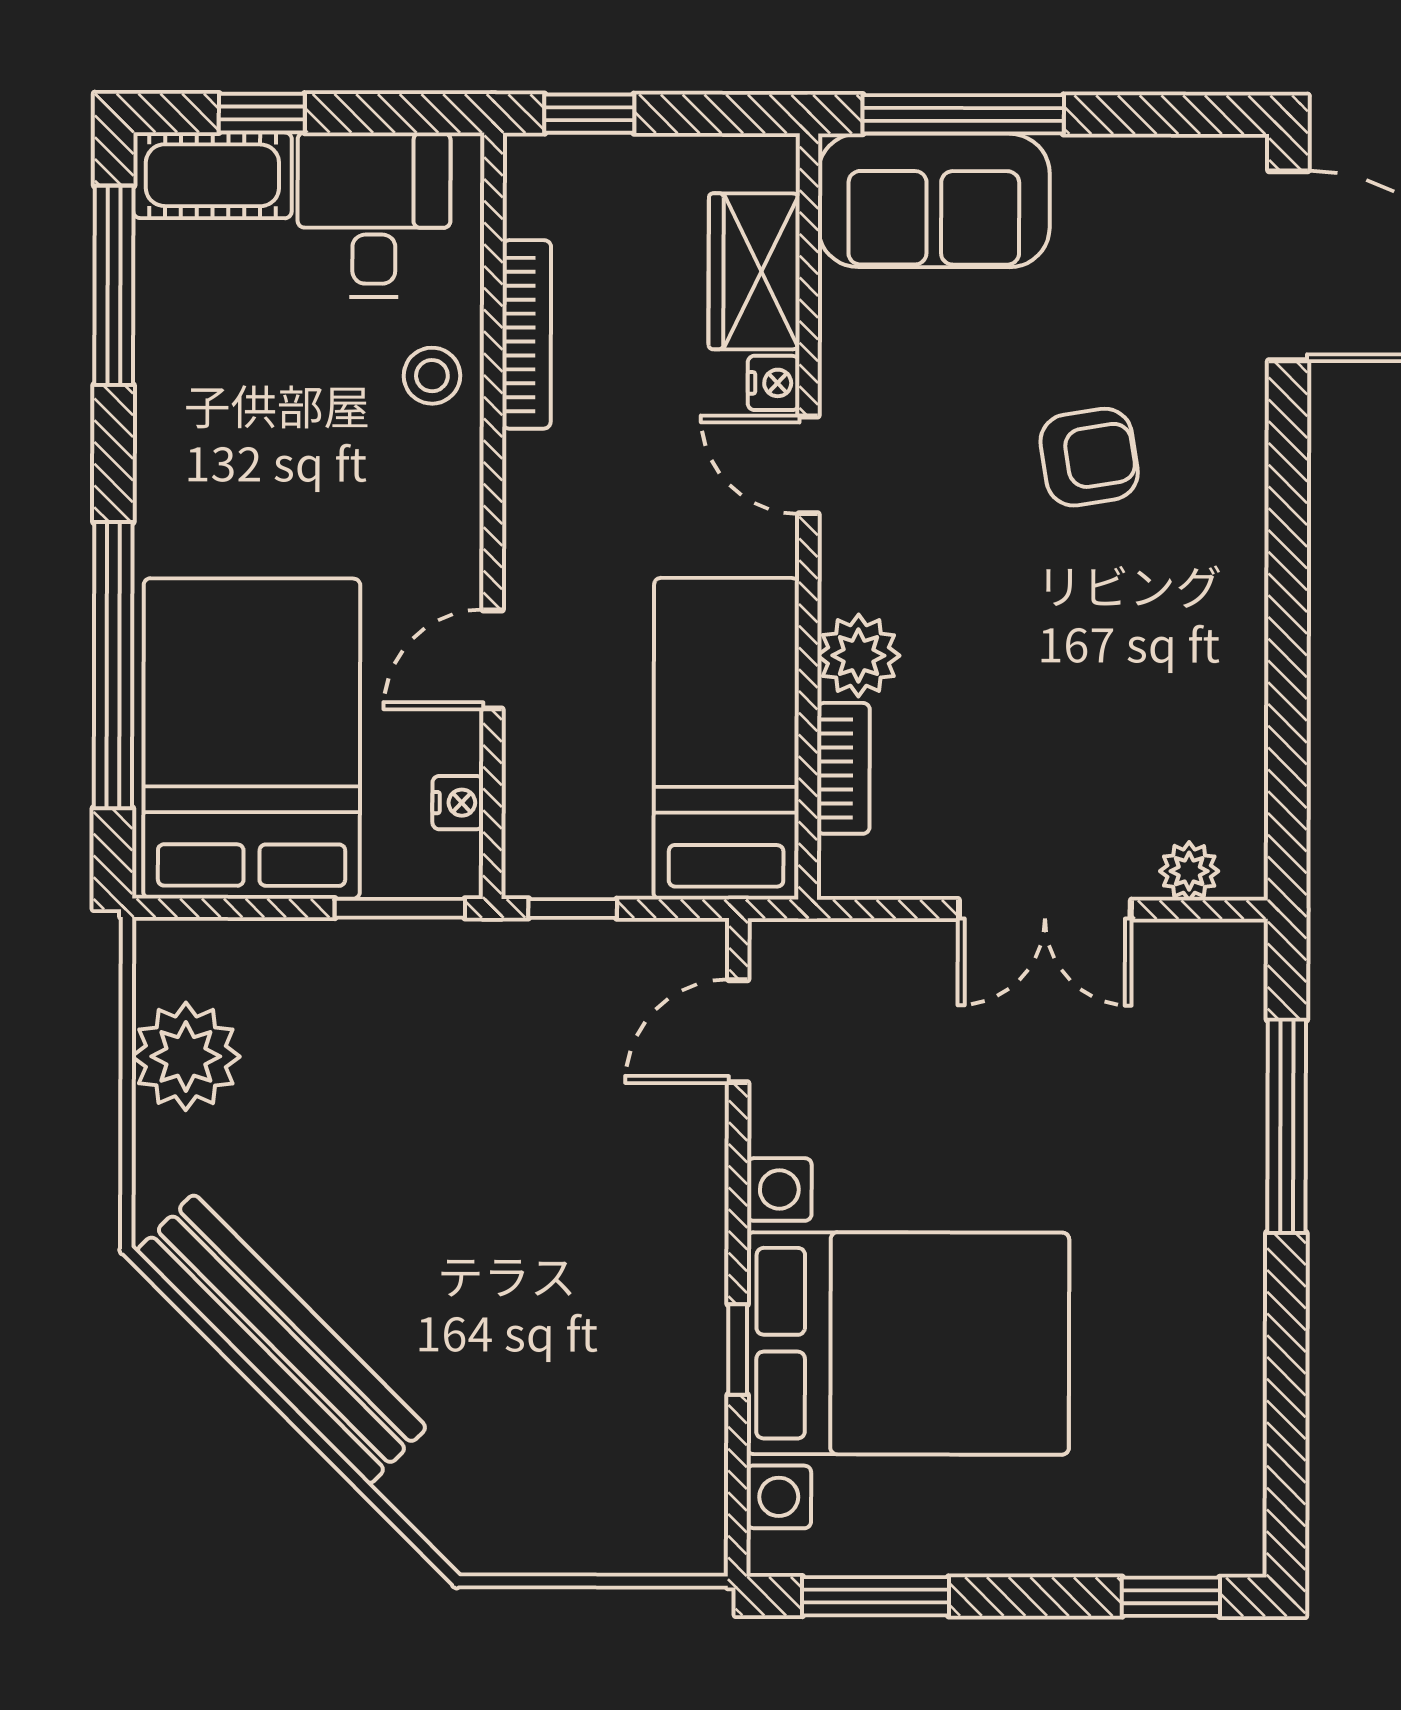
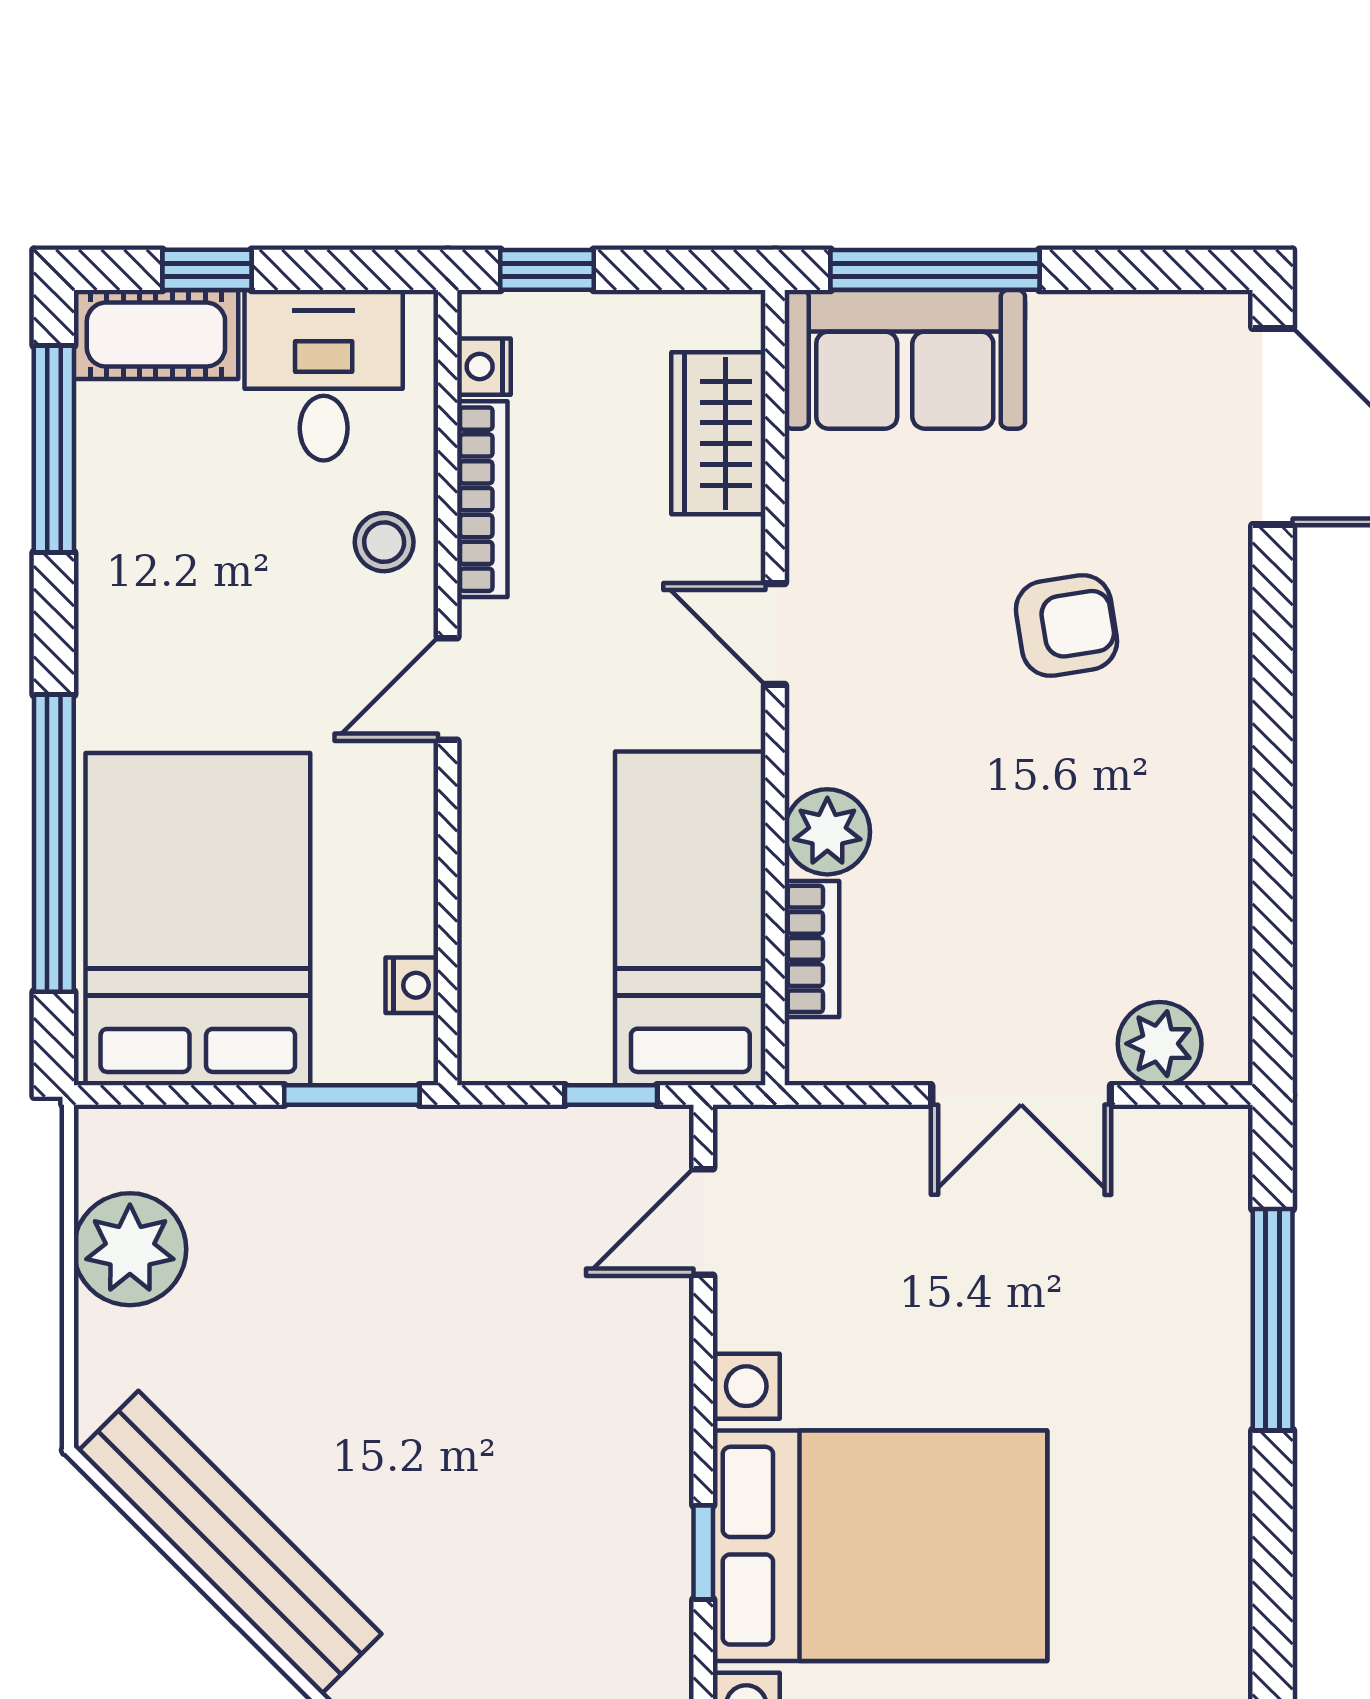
nightstand: (774, 383) -> (484, 367), moved, turned 180
door: (493, 659) -> (448, 689), moved
plant: (1189, 871) -> (1160, 1044), width x1.38, depth x1.38
window: (573, 909) -> (611, 1095), moved

